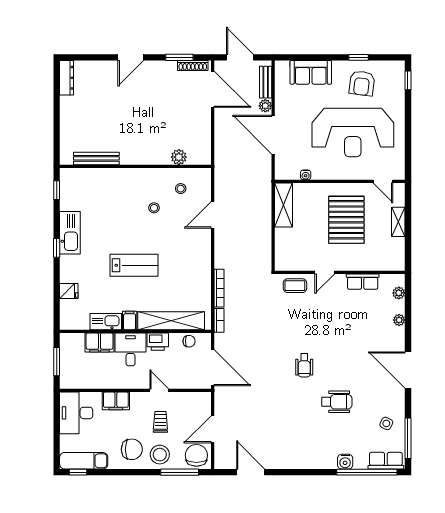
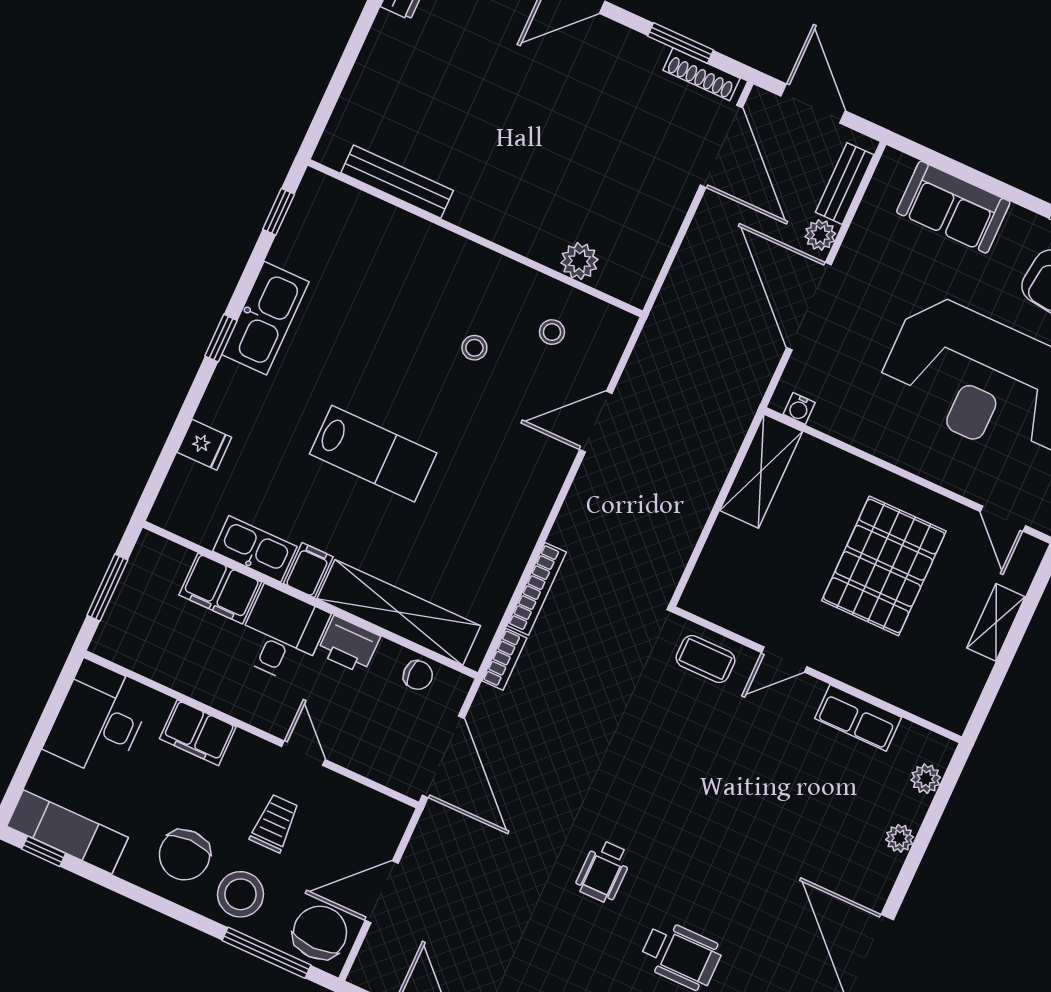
water cooler: (306, 175) -> (799, 408), moved
wheelchair: (304, 365) -> (603, 871), moved
chair: (132, 449) -> (185, 855), turned 90

